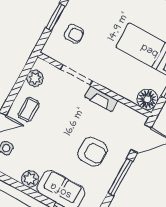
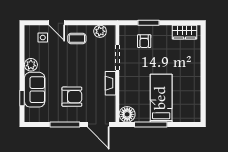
armchair: (92, 152) -> (72, 97), turned -90

